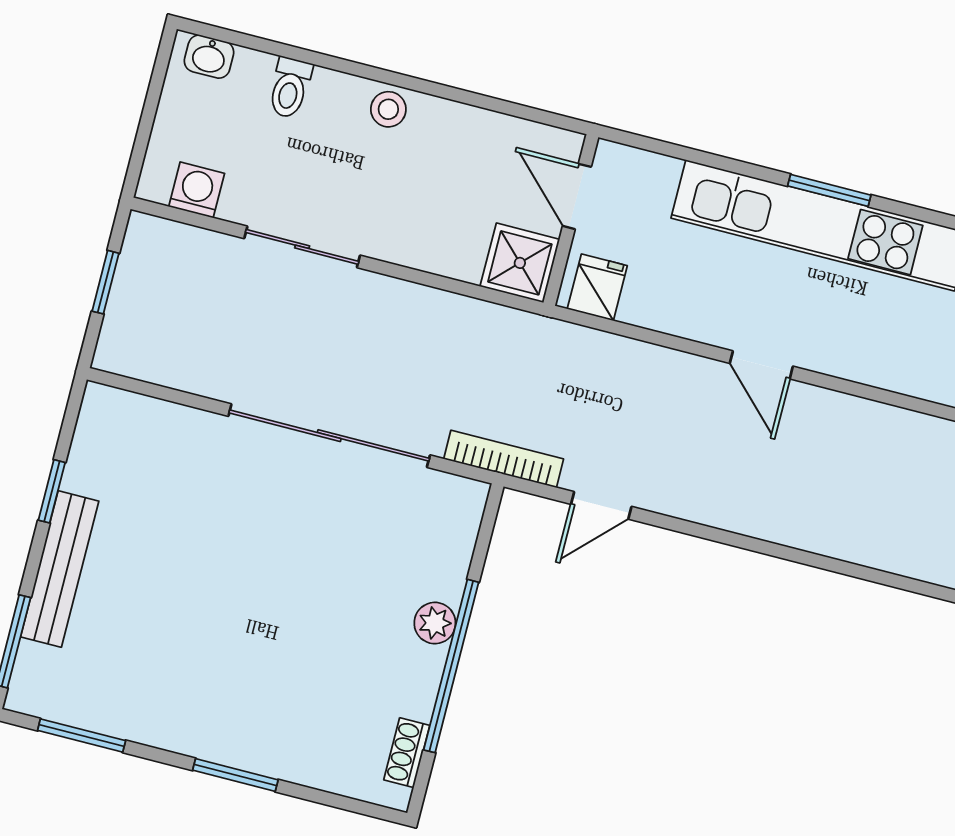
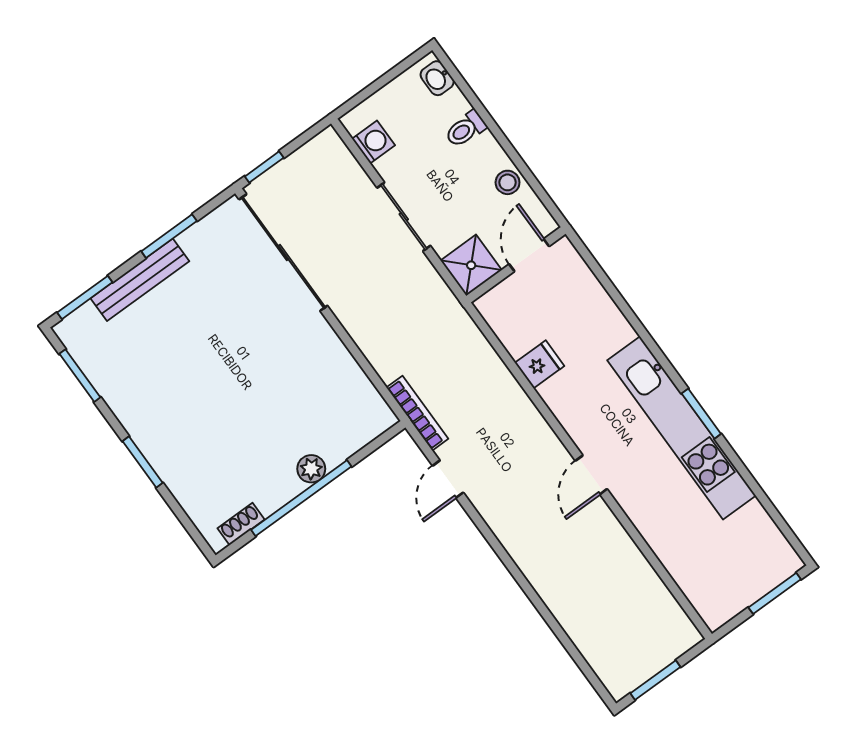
door: (577, 196) -> (529, 255), moved
wall: (571, 220) -> (516, 265), moved
shower: (520, 263) -> (471, 265), moved
window: (105, 282) -> (264, 167), moved
sliding door: (329, 436) -> (283, 253), moved
window: (52, 491) -> (169, 236), width x1.50
door: (601, 505) -> (448, 479), hinge flipped

